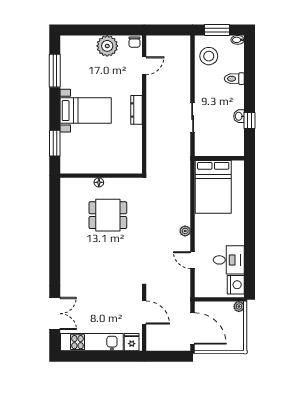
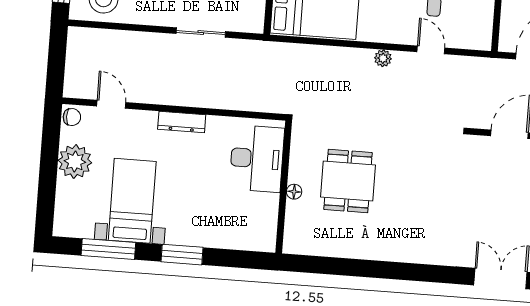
bed with nightstands: (86, 111) -> (132, 201), moved
window: (55, 143) -> (182, 255), moved
desk: (117, 158) -> (257, 159), added
door: (193, 260) -> (431, 50), swing flipped

